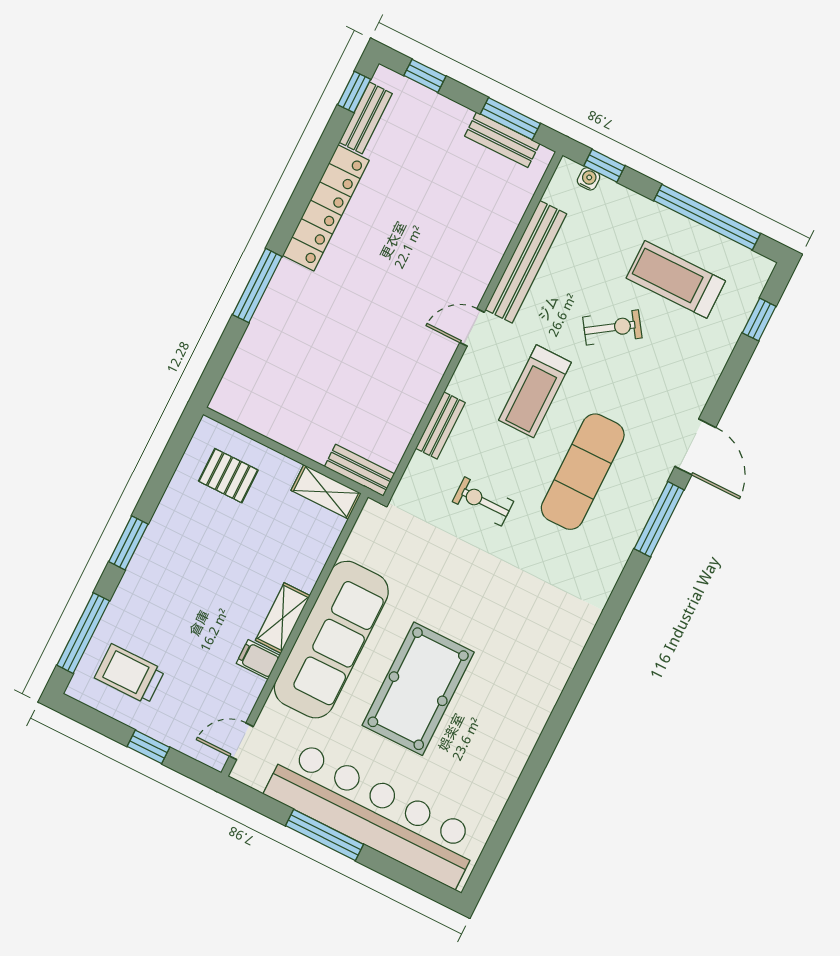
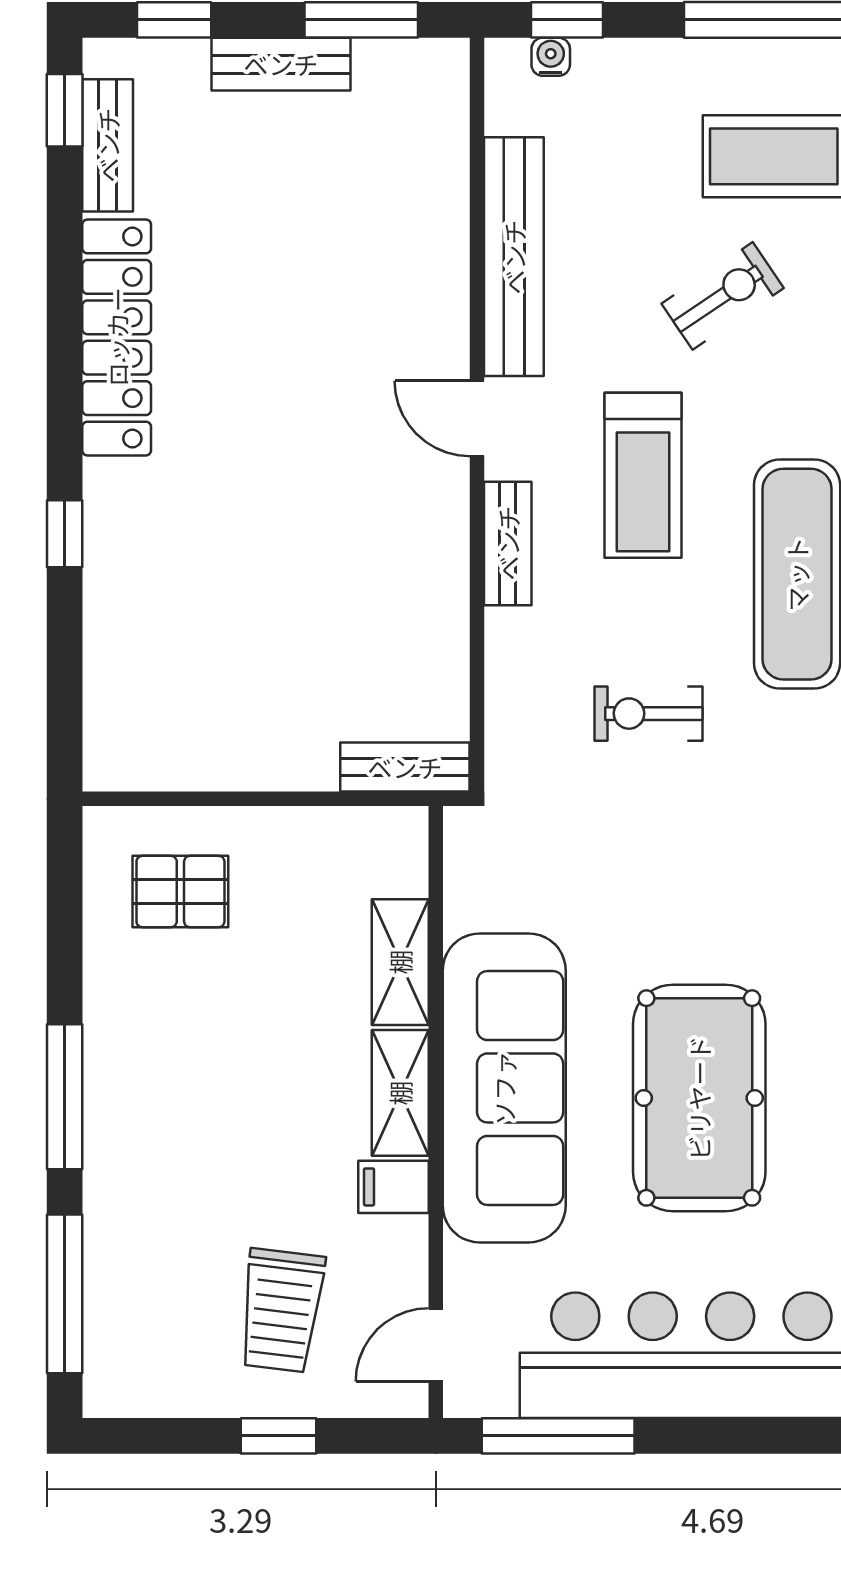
bench: (502, 140) -> (281, 64), moved
window: (257, 286) -> (65, 534), width x0.46
door: (472, 327) -> (477, 419), hinge flipped
bench: (441, 426) -> (508, 543), moved
shelving: (326, 492) -> (400, 962), moved, turned 90
window: (128, 543) -> (65, 1097), width x1.44
trolley: (130, 674) -> (281, 1310), moved, turned -83
window: (325, 835) -> (558, 1436), moved

